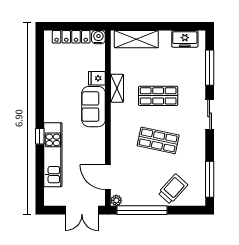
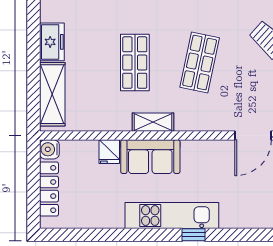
freezer: (185, 39) -> (52, 42), moved
shelving: (117, 88) -> (153, 122), moved
kitchen unit: (53, 155) -> (172, 216), moved

